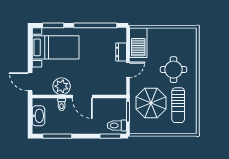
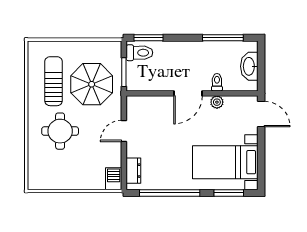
barbecue: (138, 43) -> (114, 179), width x0.53, depth x0.65
dresser: (121, 52) -> (133, 171), moved
plant: (62, 86) -> (217, 102), width x0.53, depth x0.53
door: (82, 96) -> (188, 93), swing flipped

